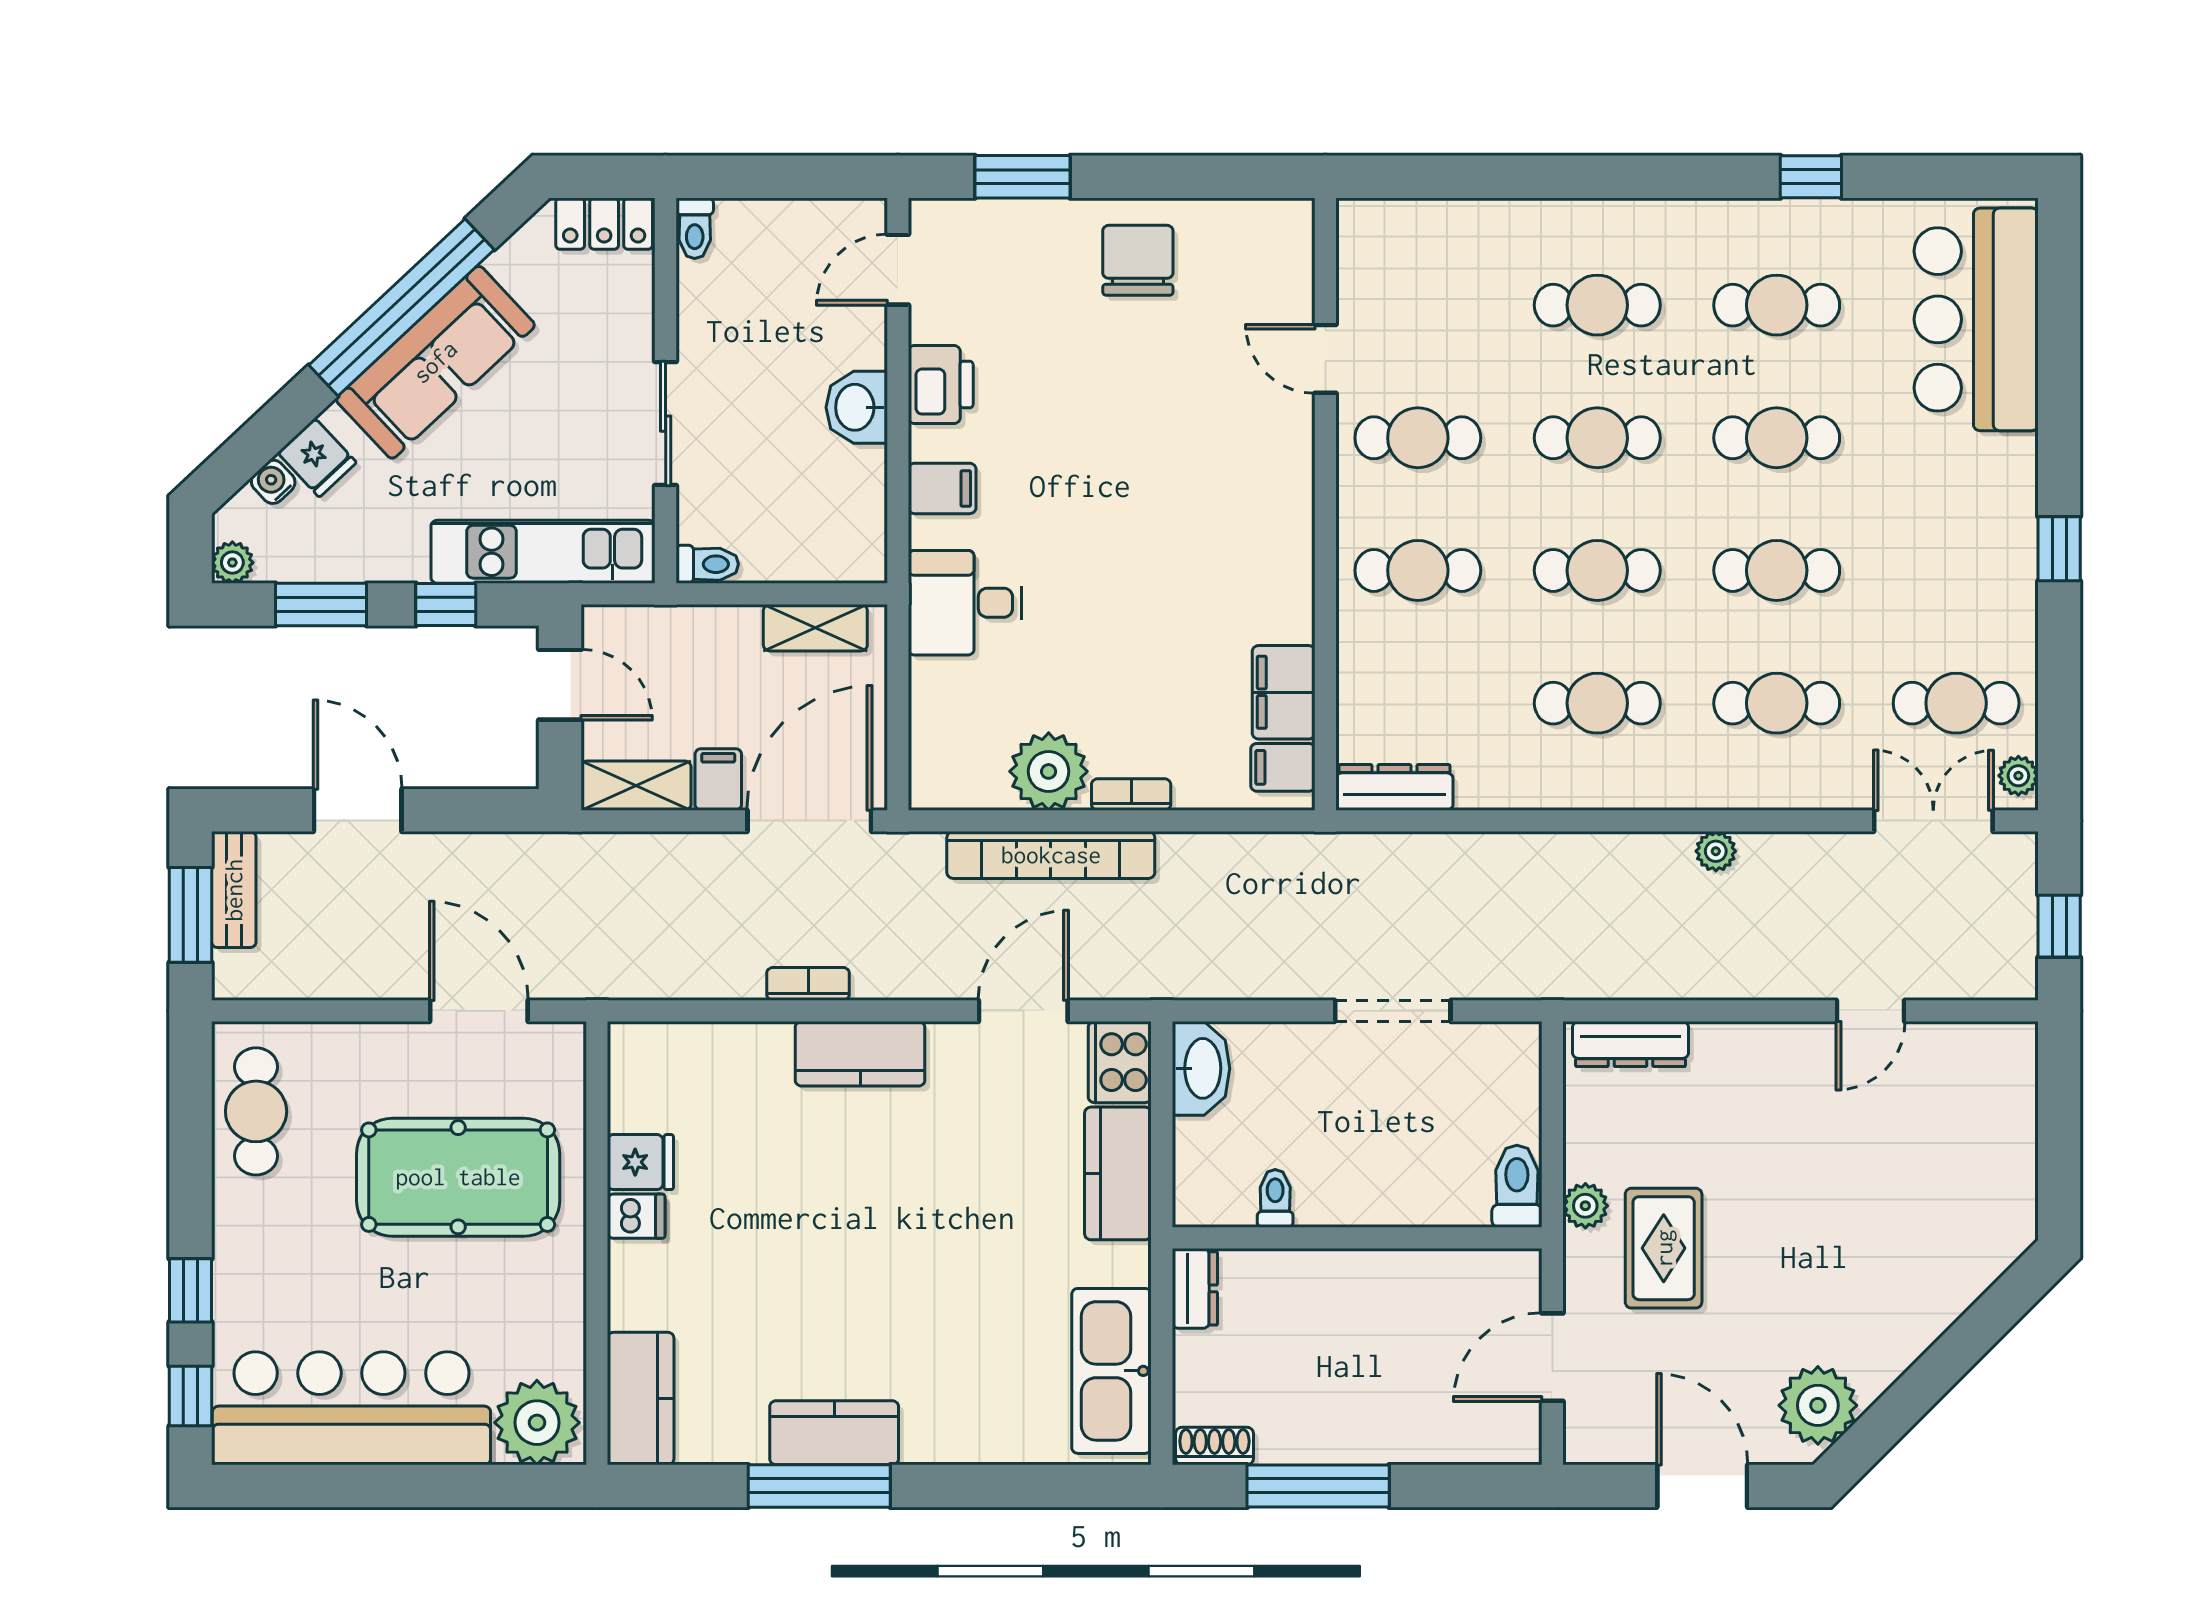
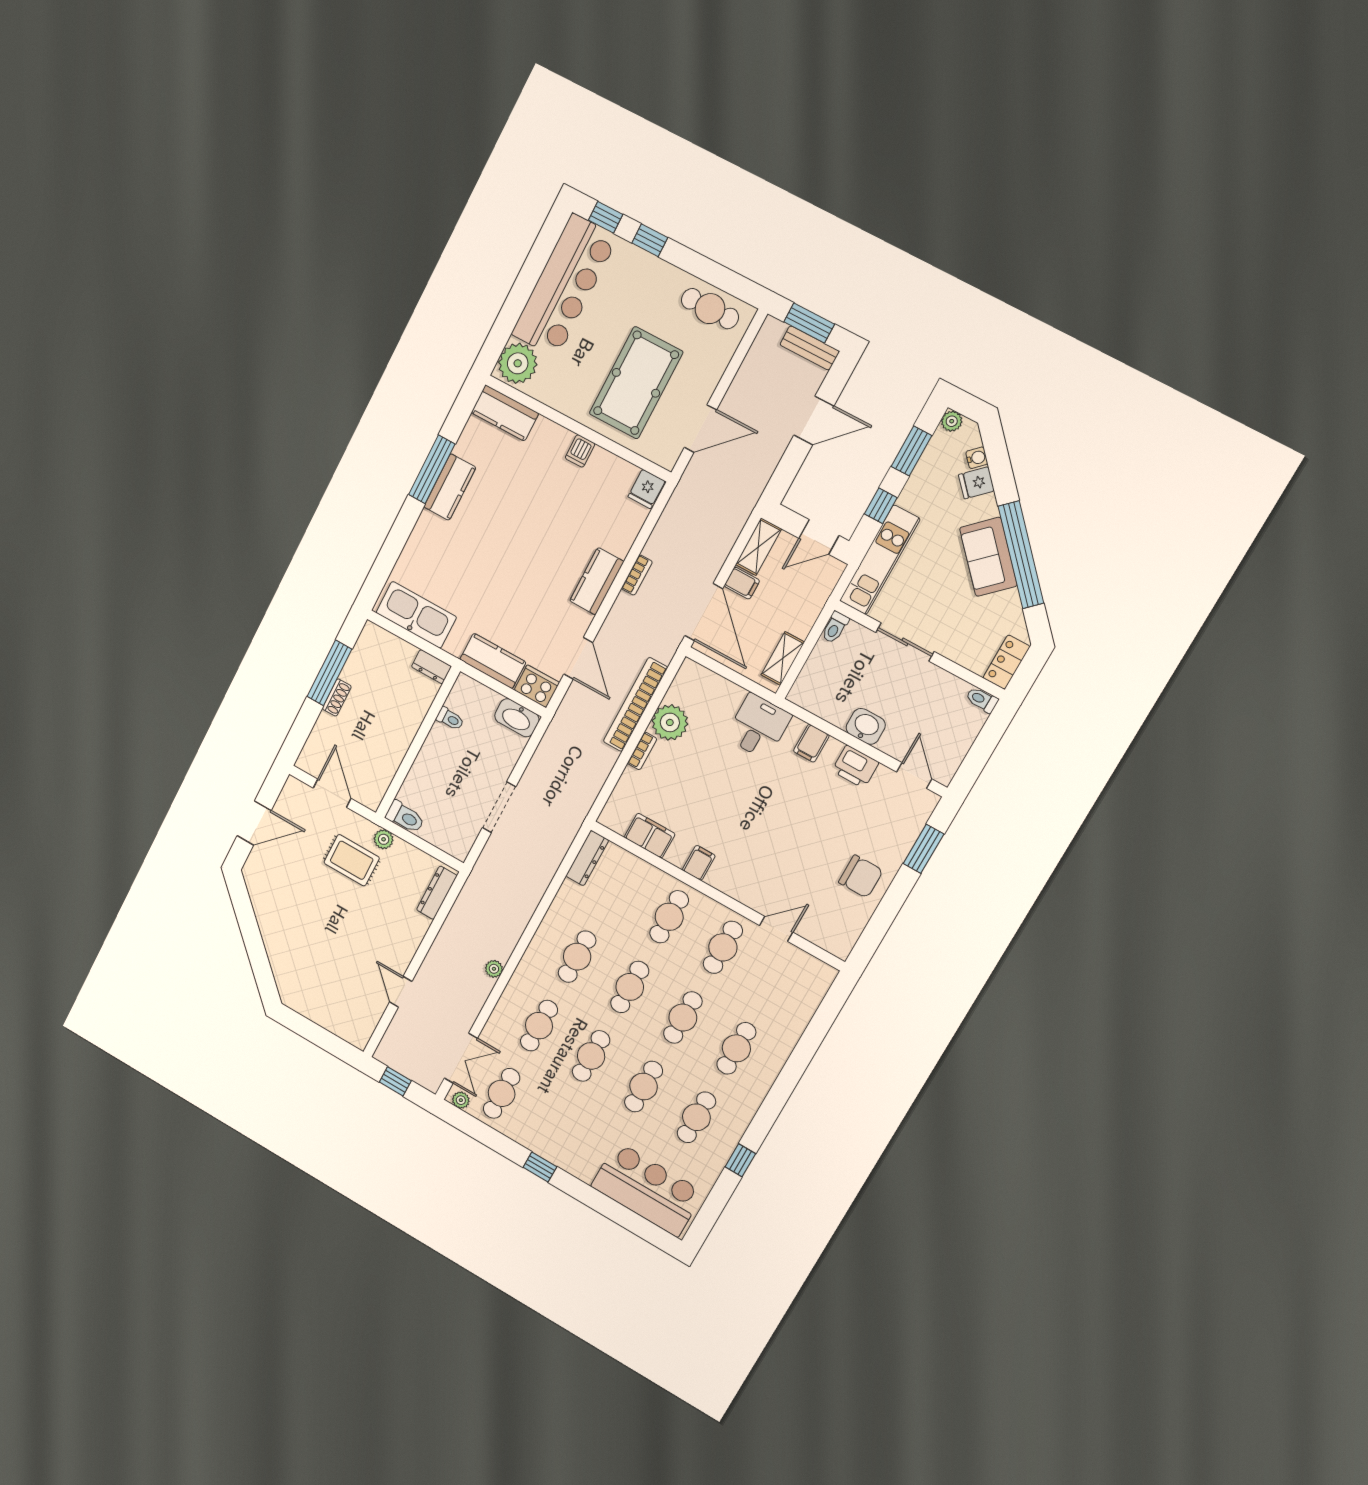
sofa: (435, 362) -> (988, 557), width x0.73
filing cabinet: (1283, 767) -> (699, 863), moved
fridge: (640, 1162) -> (646, 489), moved
plant: (1818, 1405) -> (262, 885), removed
shoe rack: (1215, 1446) -> (337, 697), moved

